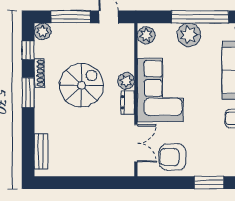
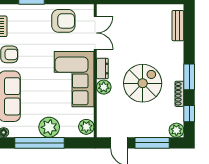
spiral stairs: (81, 85) -> (143, 83), turned 180
double door: (136, 143) -> (95, 33), swing flipped

